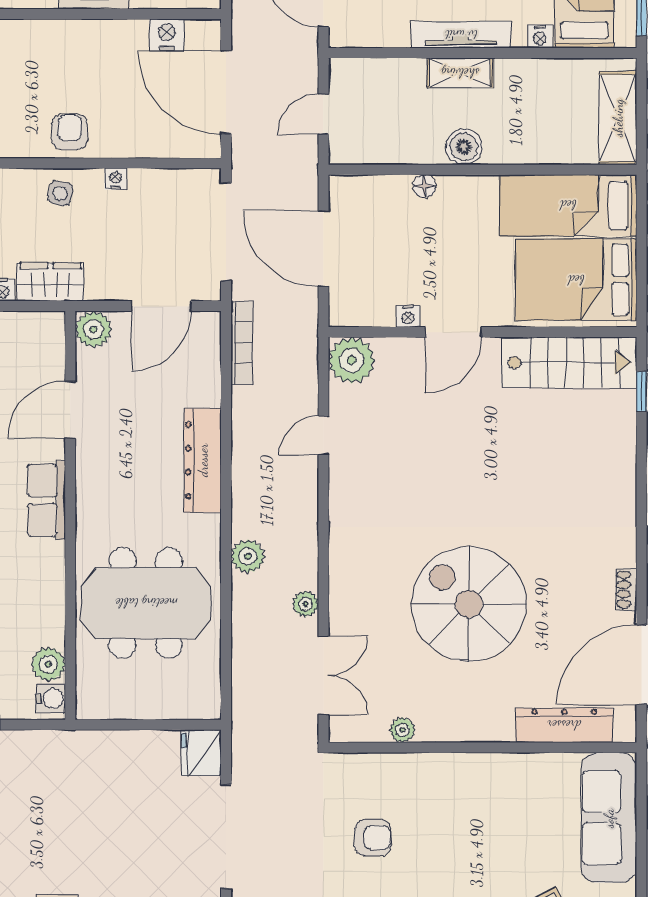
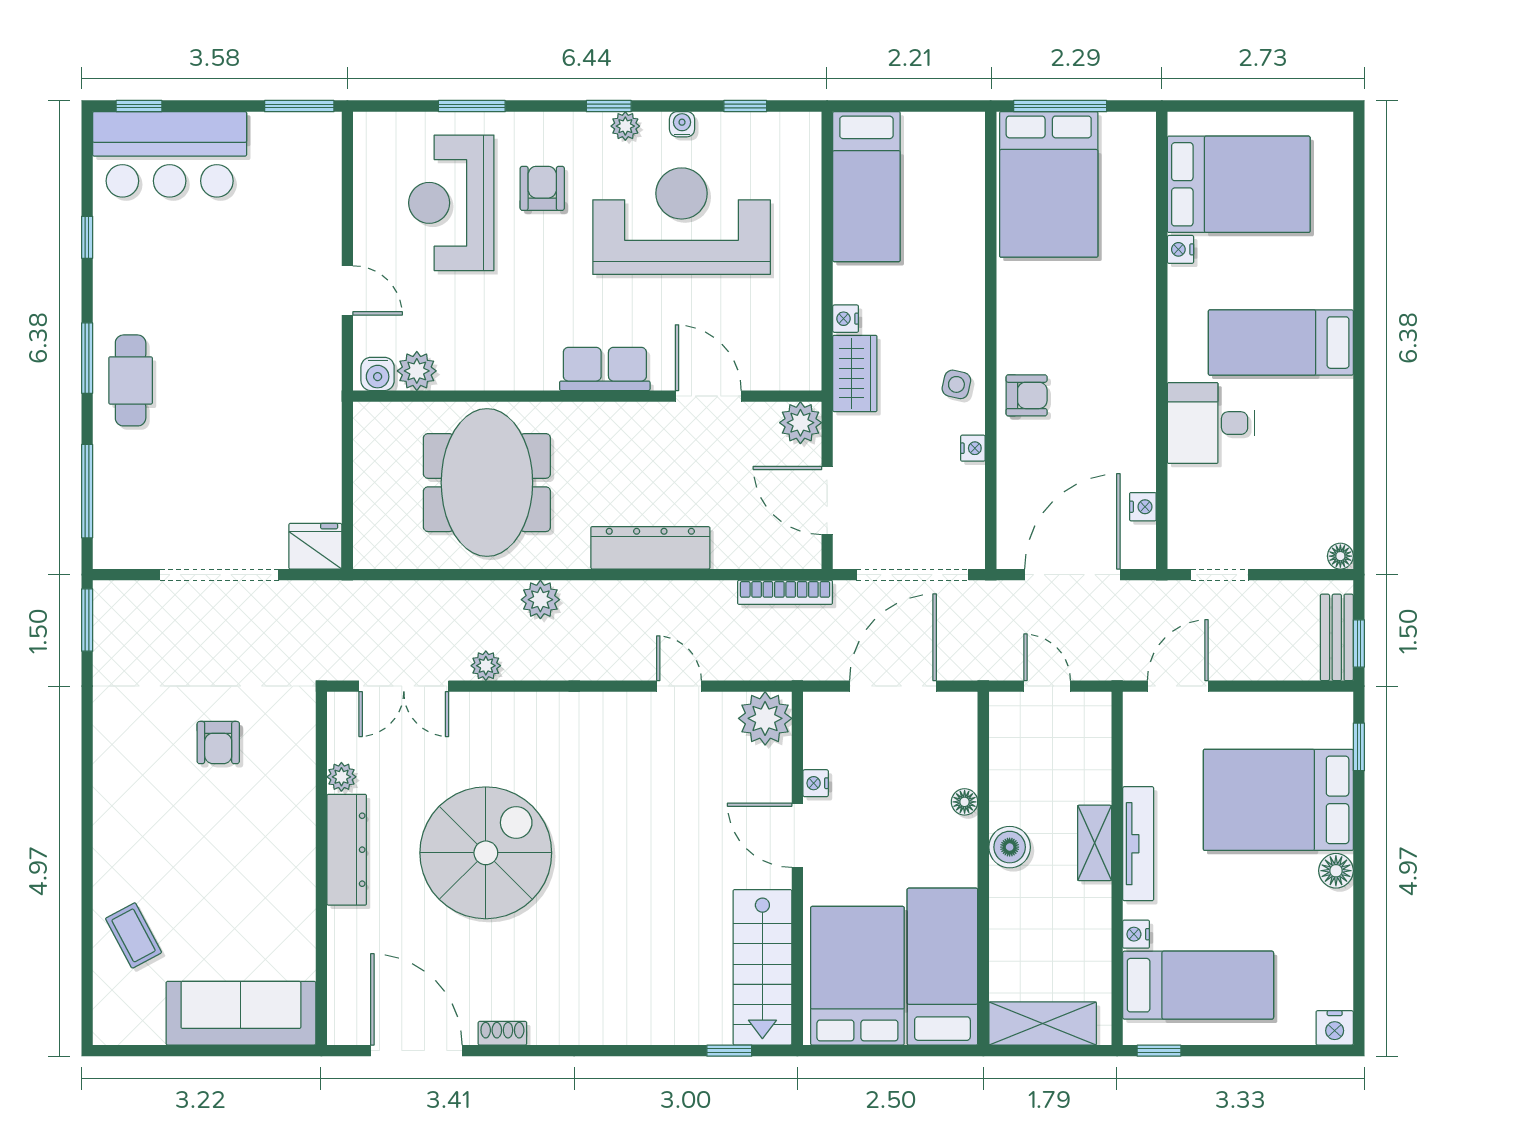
nightstand: (167, 35) -> (1143, 507), width x0.72, depth x0.74
dresser: (564, 725) -> (347, 850), moved

